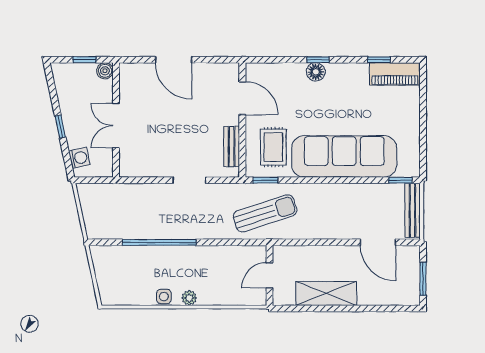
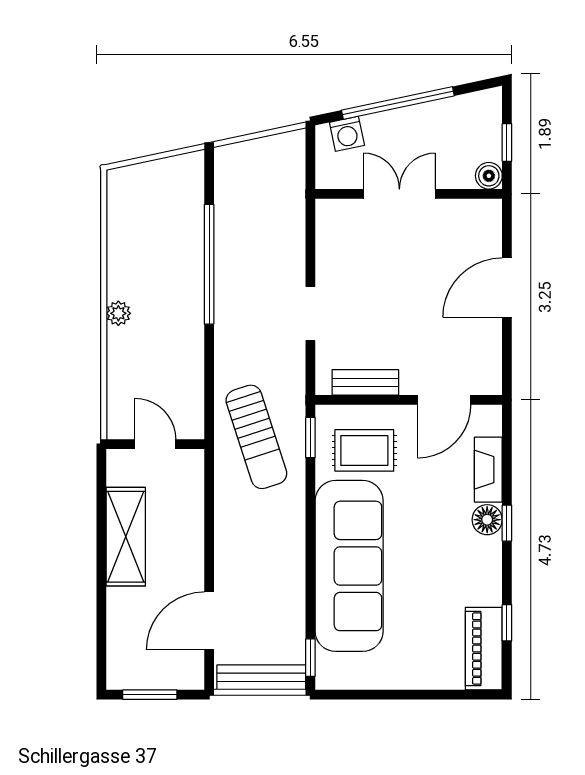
fireplace: (285, 71) -> (488, 470), added
window: (60, 127) -> (398, 103), width x3.17
side table: (164, 297) -> (121, 272), removed

